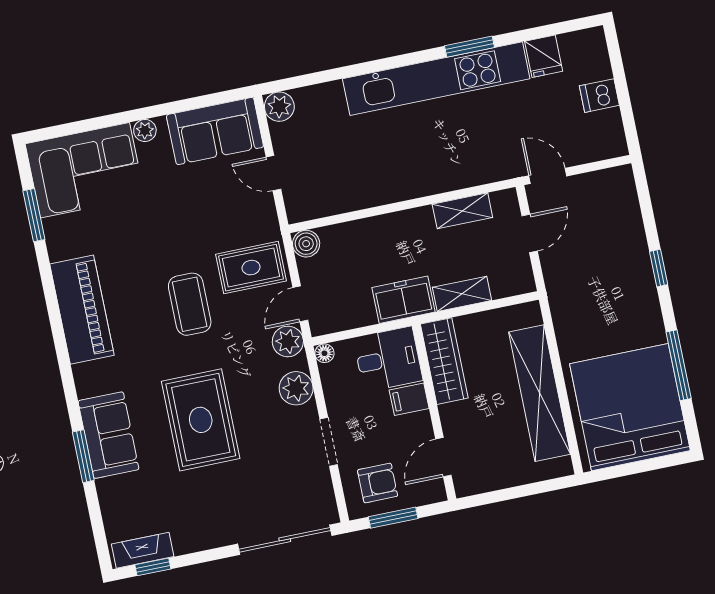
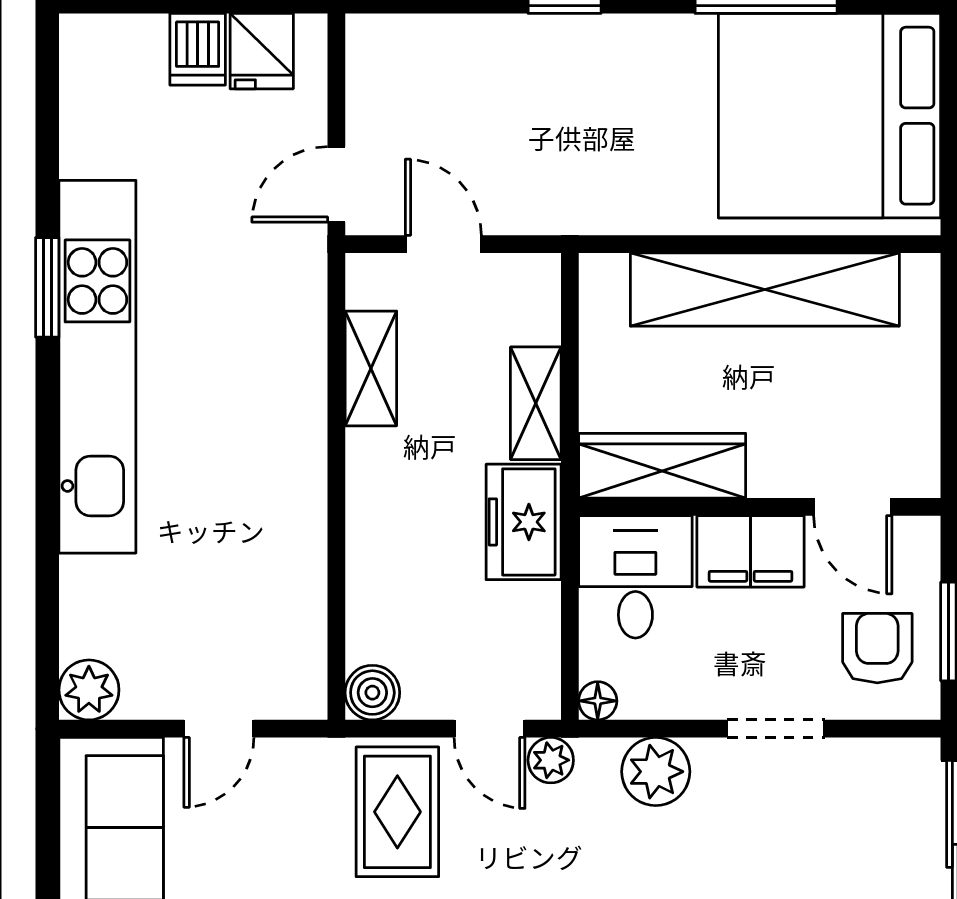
fridge: (544, 56) -> (262, 51), moved, turned 90
plant: (288, 341) -> (551, 760), width x0.73, depth x0.73
filing cabinet: (409, 399) -> (750, 551), width x2.00

